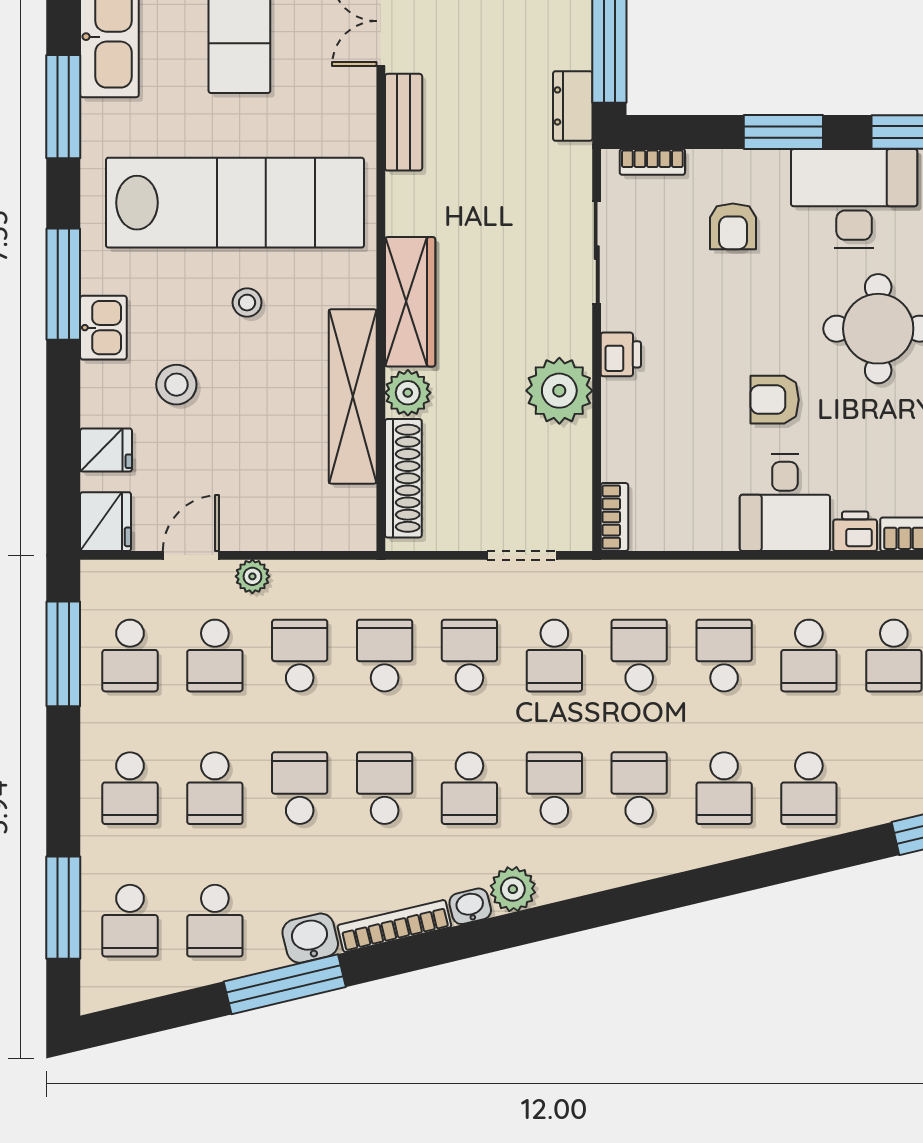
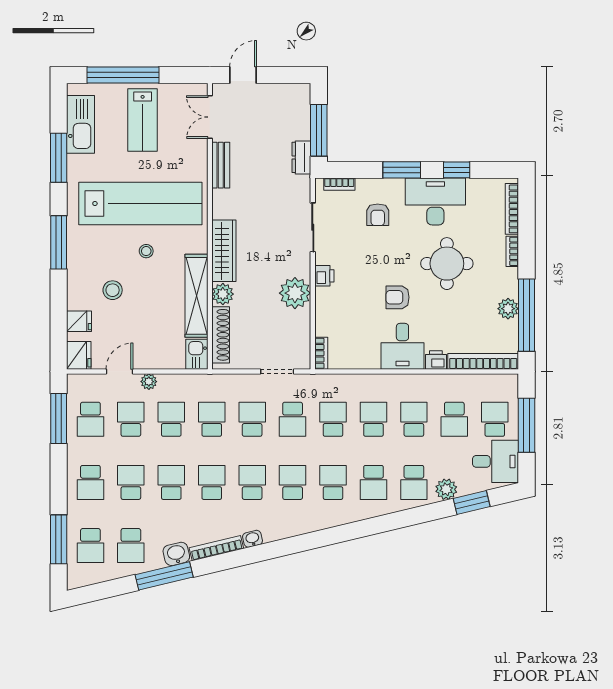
kitchen sink: (103, 328) -> (197, 354), moved, turned 180
school desk: (215, 656) -> (131, 419), turned 180
school desk: (809, 656) -> (414, 419), turned 180
school desk: (215, 788) -> (131, 482), turned 180
school desk: (469, 788) -> (252, 482), turned 180
plant: (513, 889) -> (446, 489), moved

